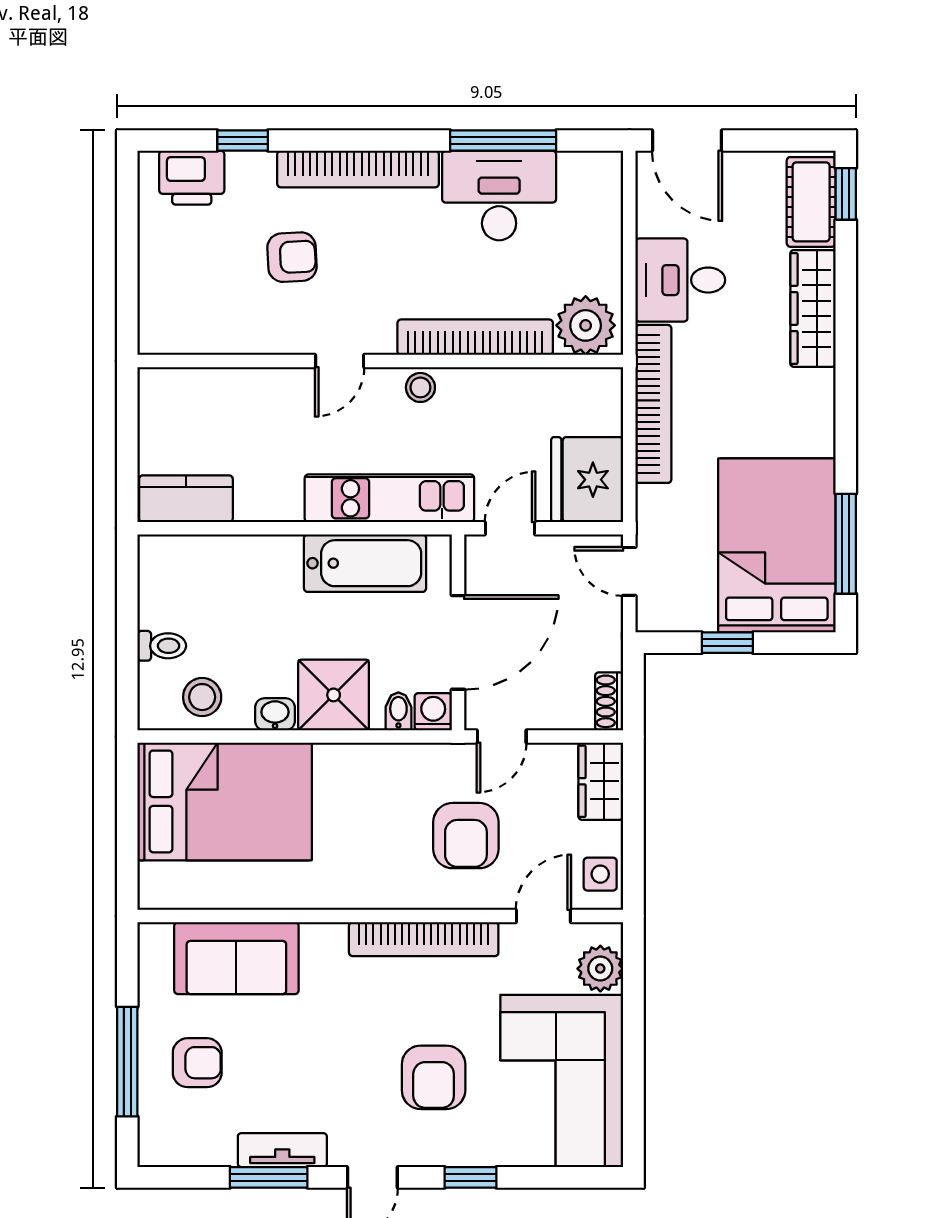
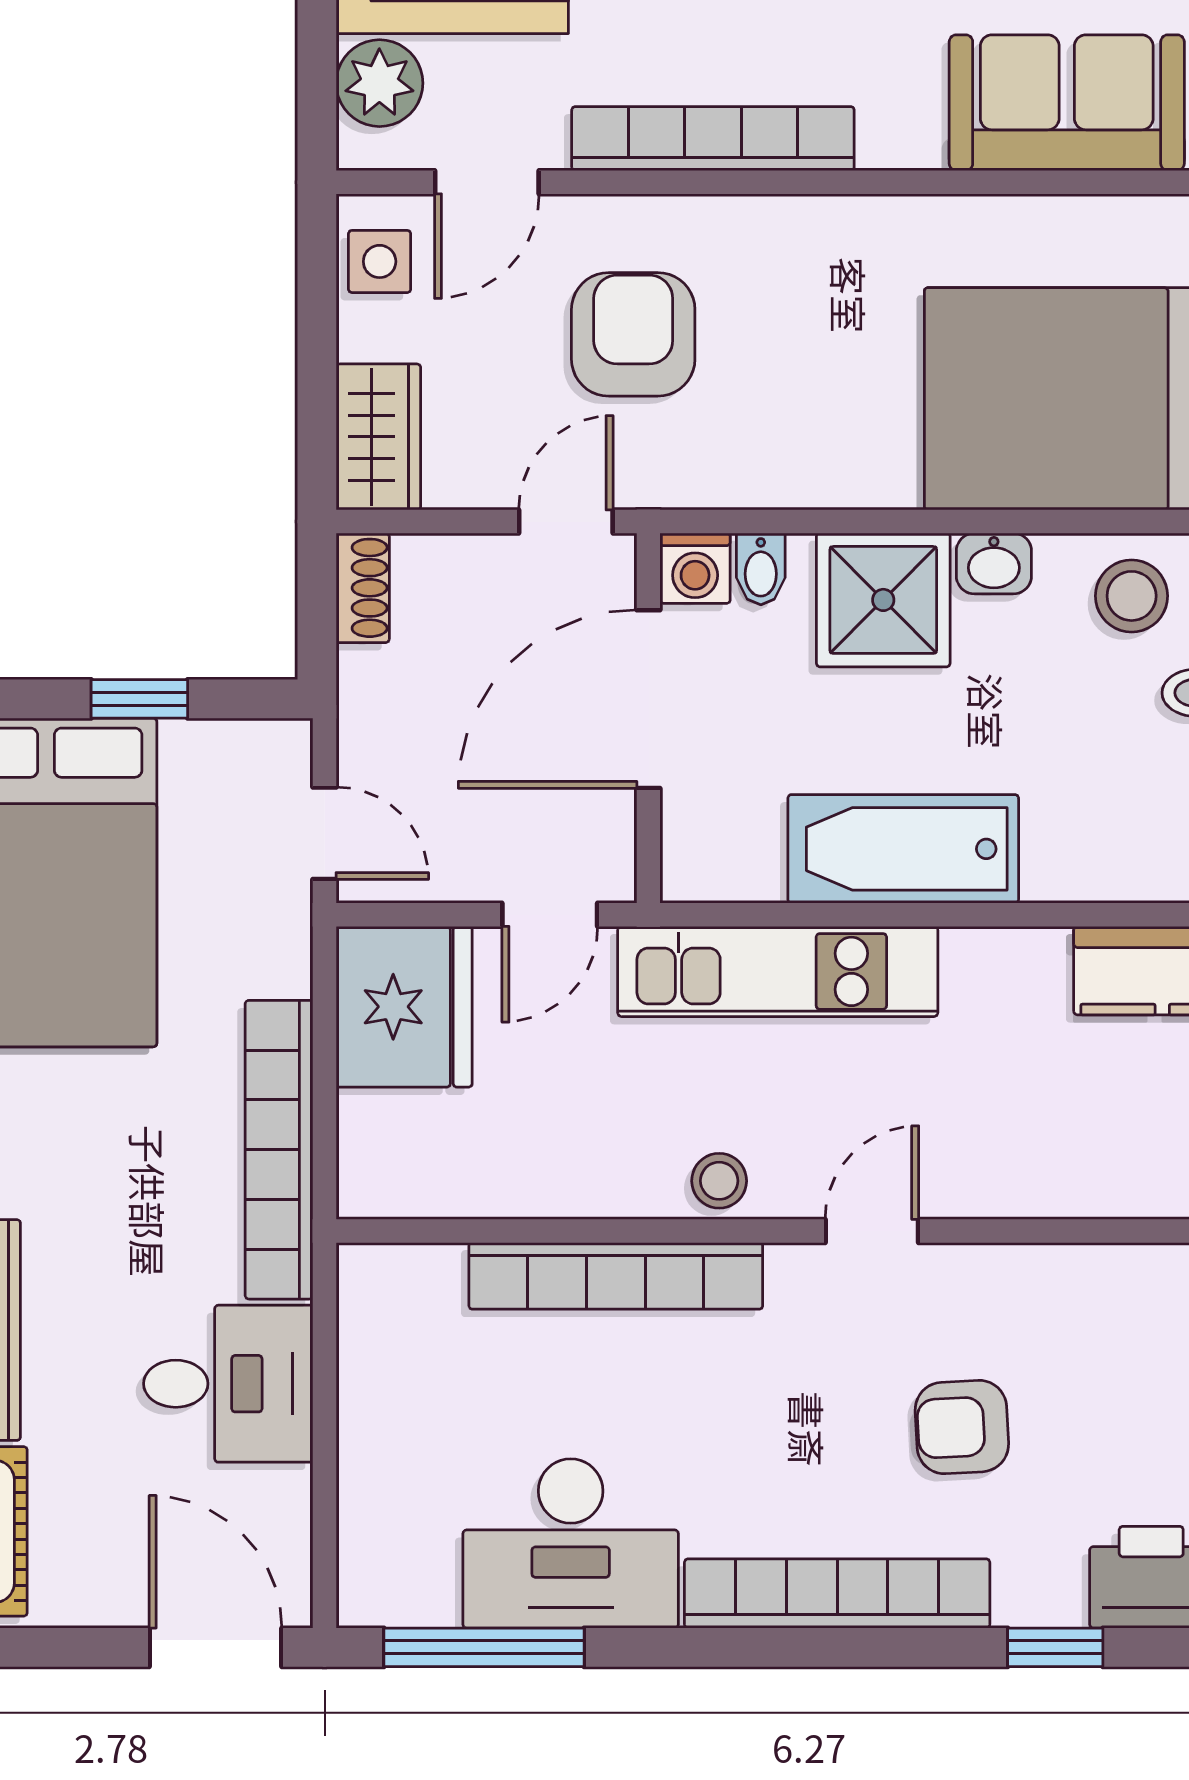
window: (503, 140) -> (484, 1647), moved
plant: (586, 325) -> (407, 1298), removed
bathtub: (365, 563) -> (903, 849), moved

